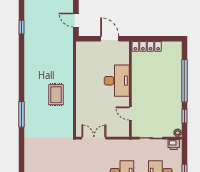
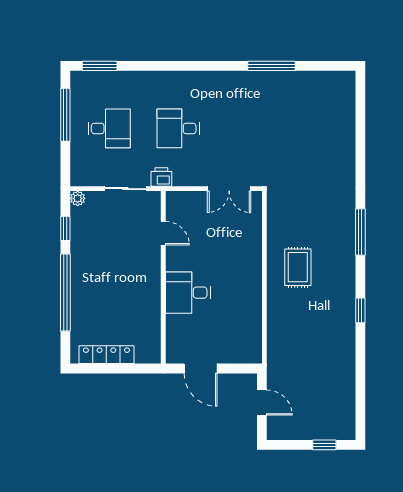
window: (22, 27) -> (360, 310), moved
locker: (147, 46) -> (106, 355), moved
desk: (117, 81) -> (188, 293), width x0.73
printer: (174, 145) -> (161, 177), moved

